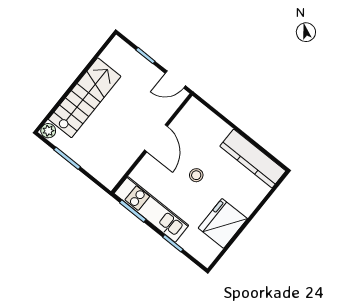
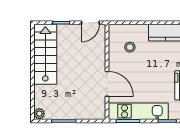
stairs: (85, 98) -> (45, 54), moved
door: (156, 138) -> (107, 84), moved
stool: (196, 175) -> (130, 47), moved

